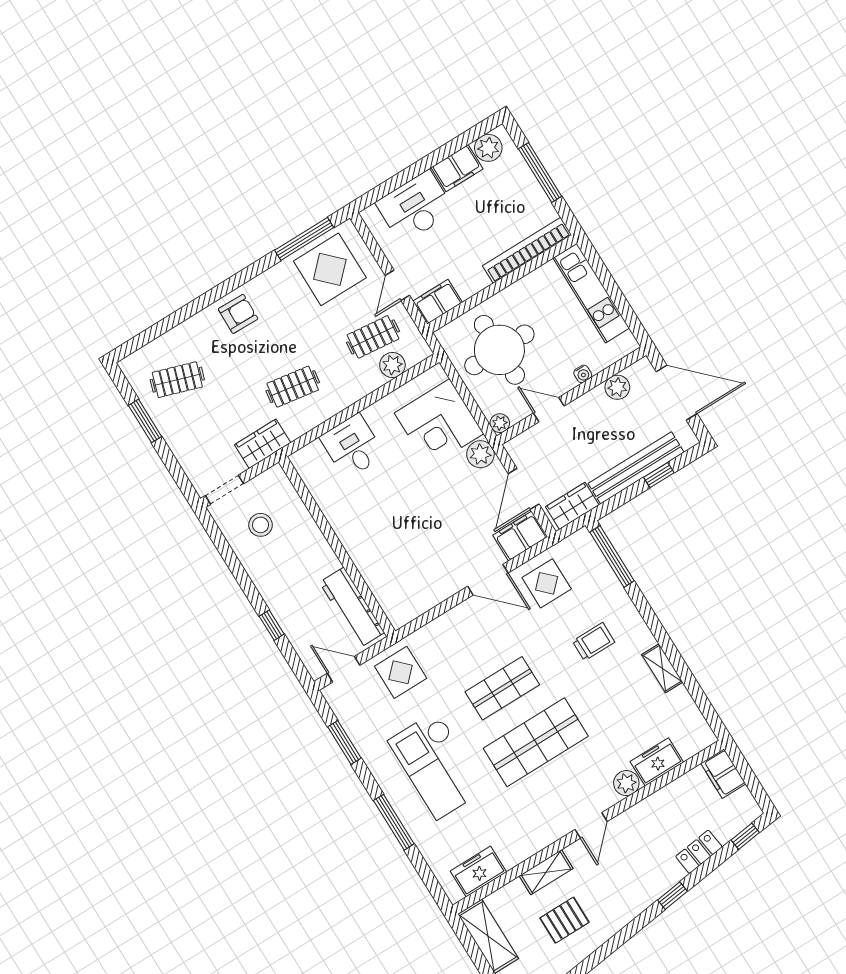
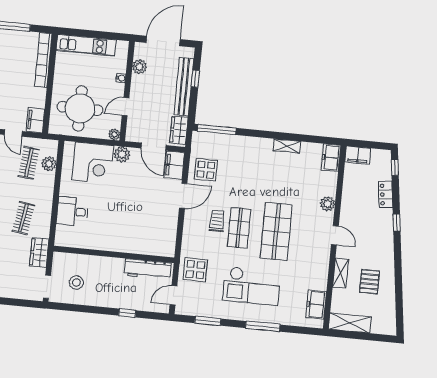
trolley: (594, 642) -> (217, 221), moved
freezer: (657, 762) -> (331, 158), moved

